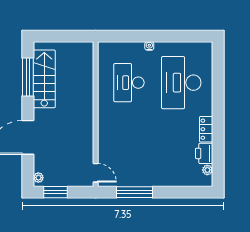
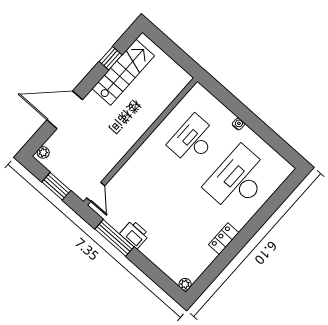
window: (28, 77) -> (111, 58), width x0.46
printer: (204, 153) -> (135, 234), moved, turned 90
plant: (207, 170) -> (185, 284), moved
window: (55, 192) -> (56, 186), moved

